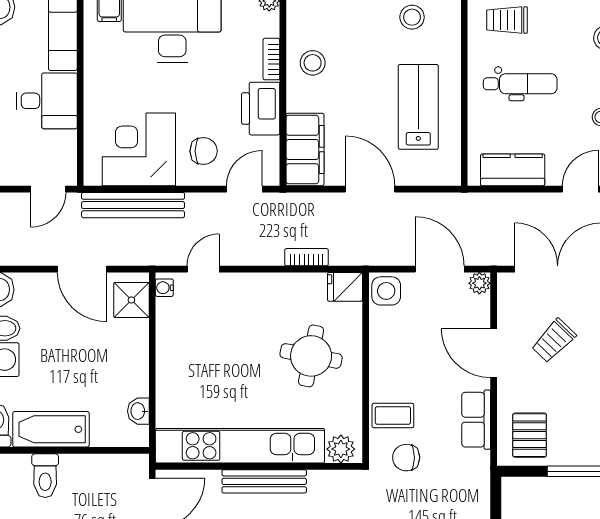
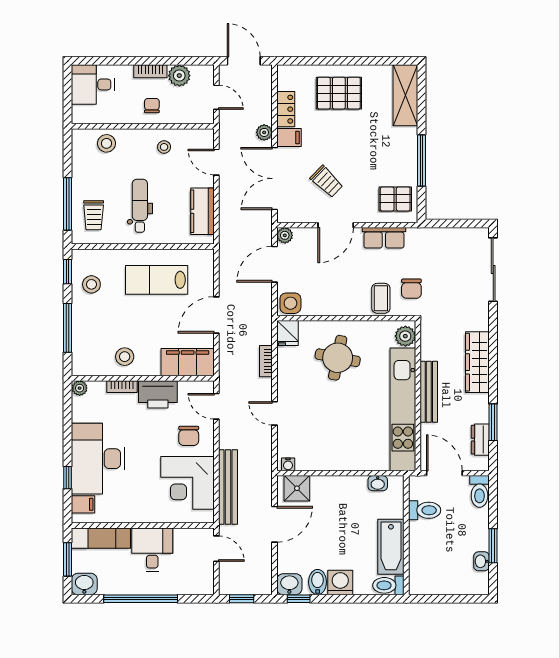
chair: (204, 151) -> (189, 436), turned 180
door: (203, 269) -> (275, 413), moved
toilet: (45, 476) -> (425, 510), moved

